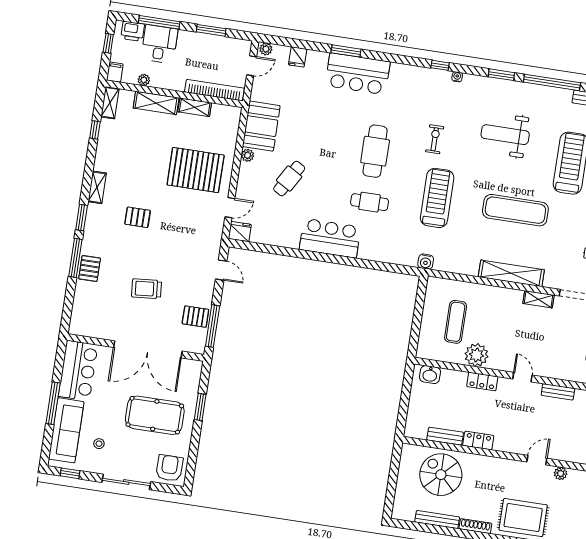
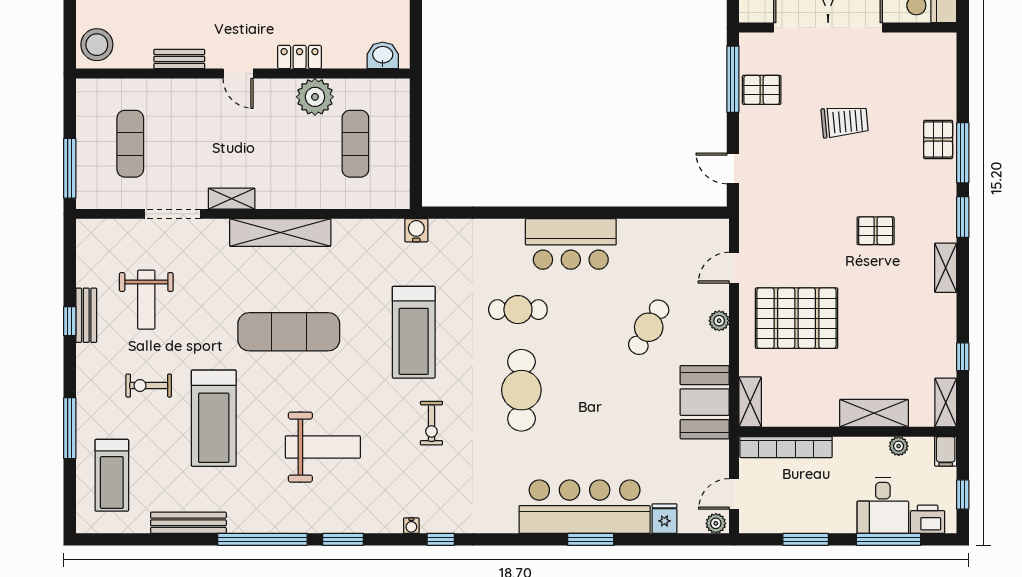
bar counter: (358, 74) -> (585, 507), width x1.36
shelving: (195, 107) -> (750, 402), moved, turned 90
plant: (248, 155) -> (719, 321), moved
fridge: (240, 232) -> (713, 233), removed

